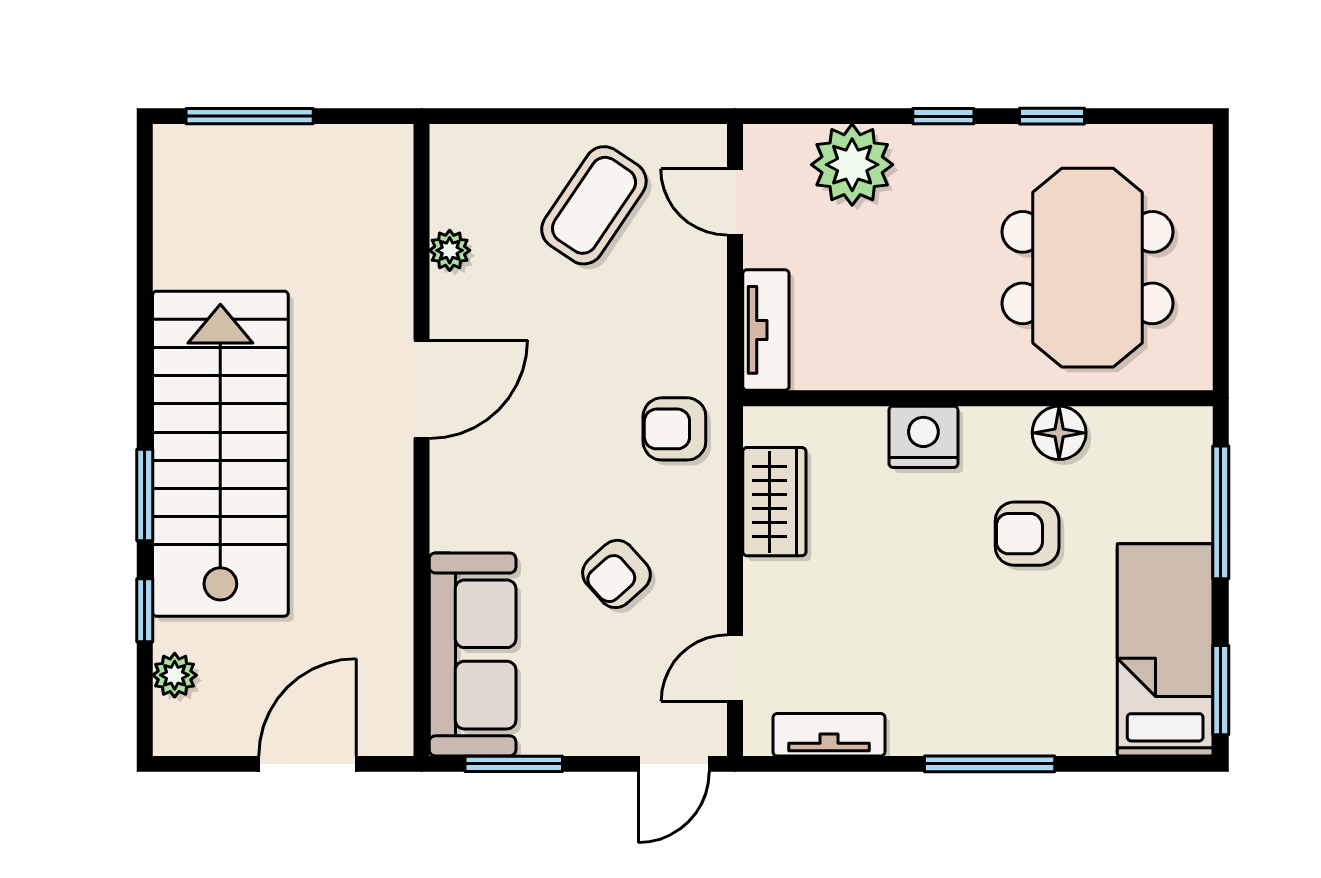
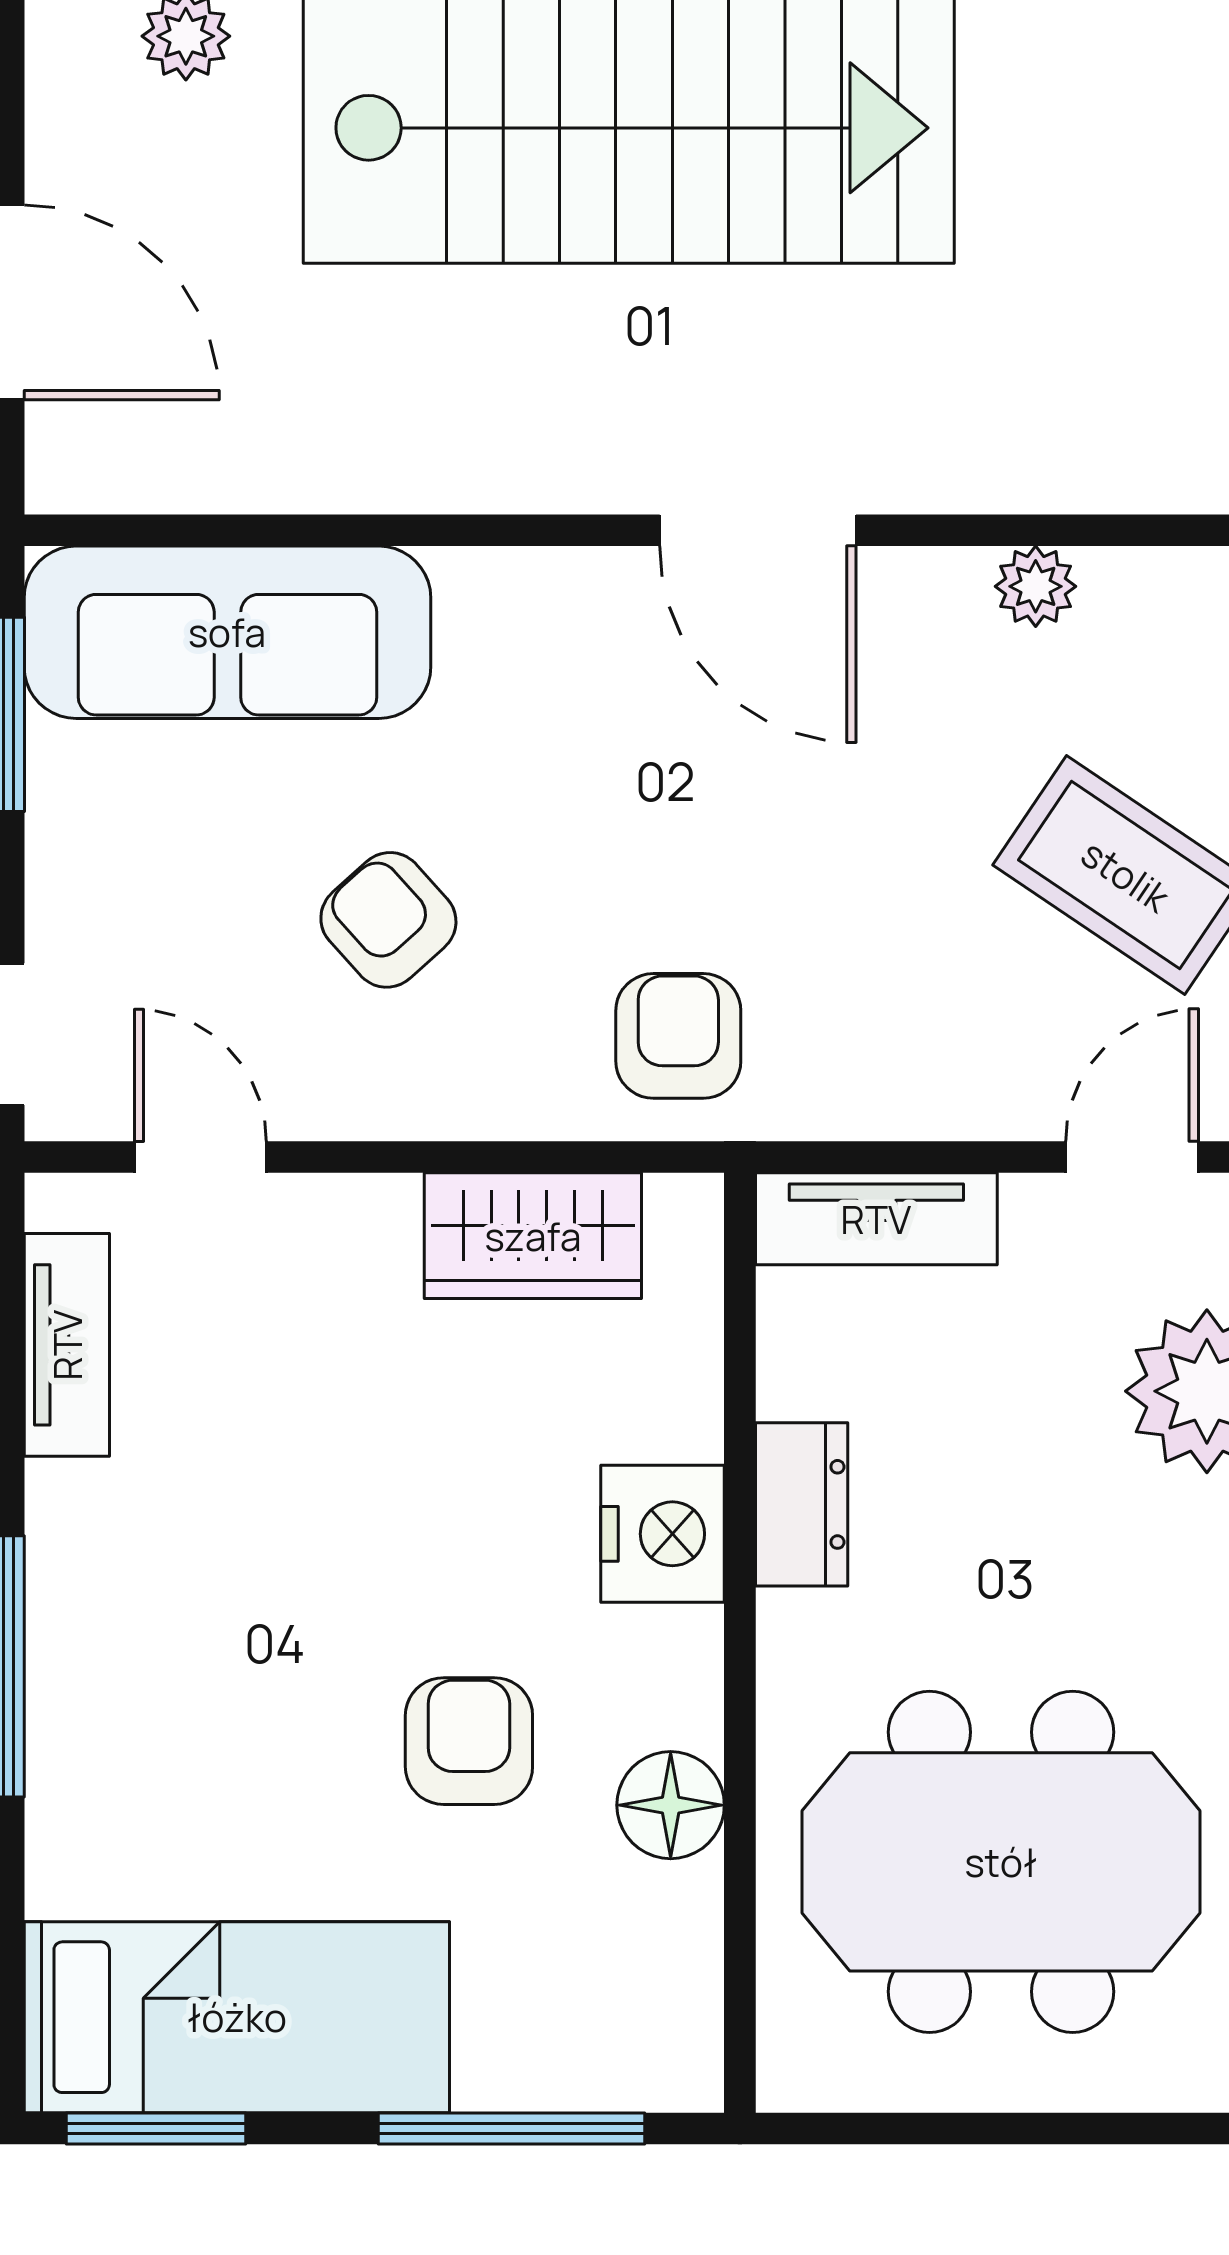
dresser: (909, 367) -> (802, 1504), added

